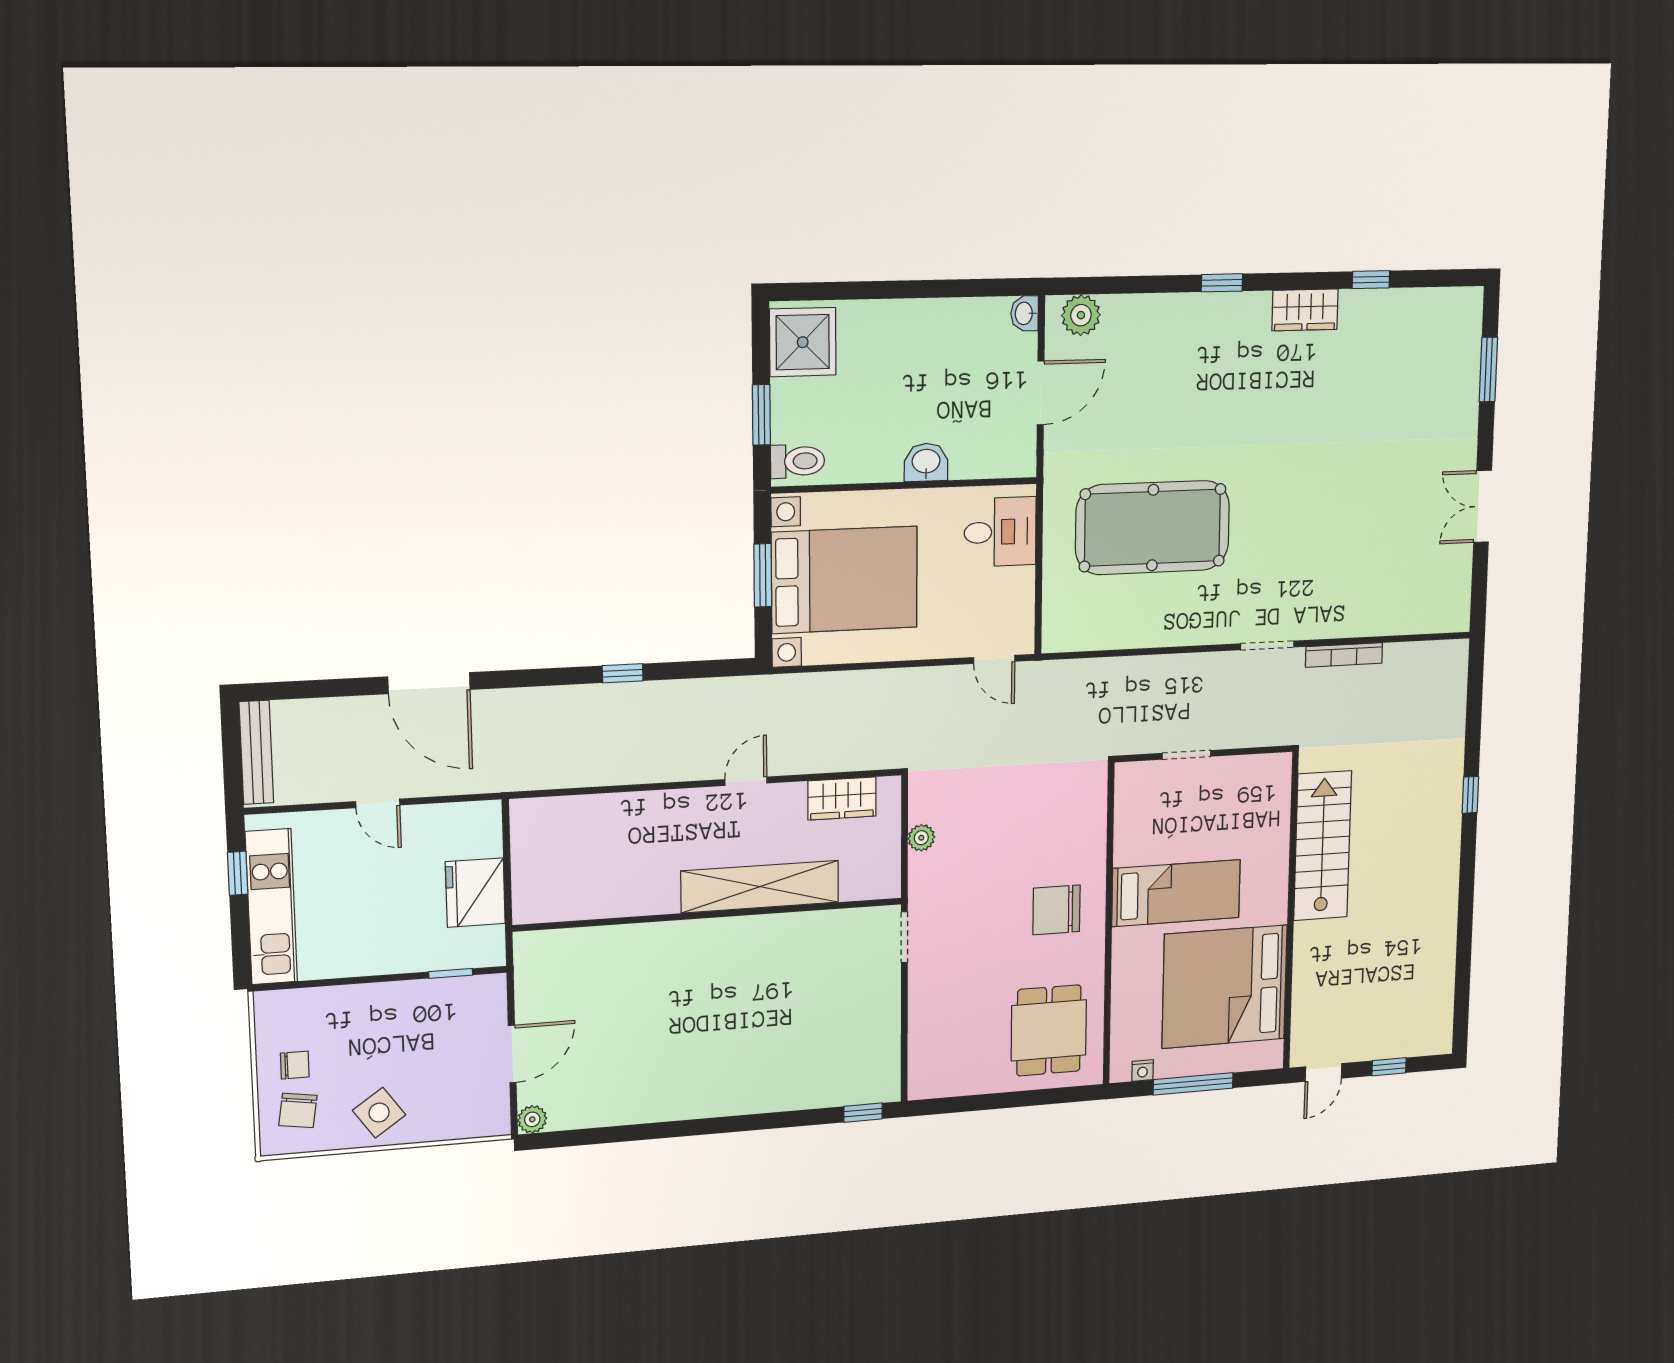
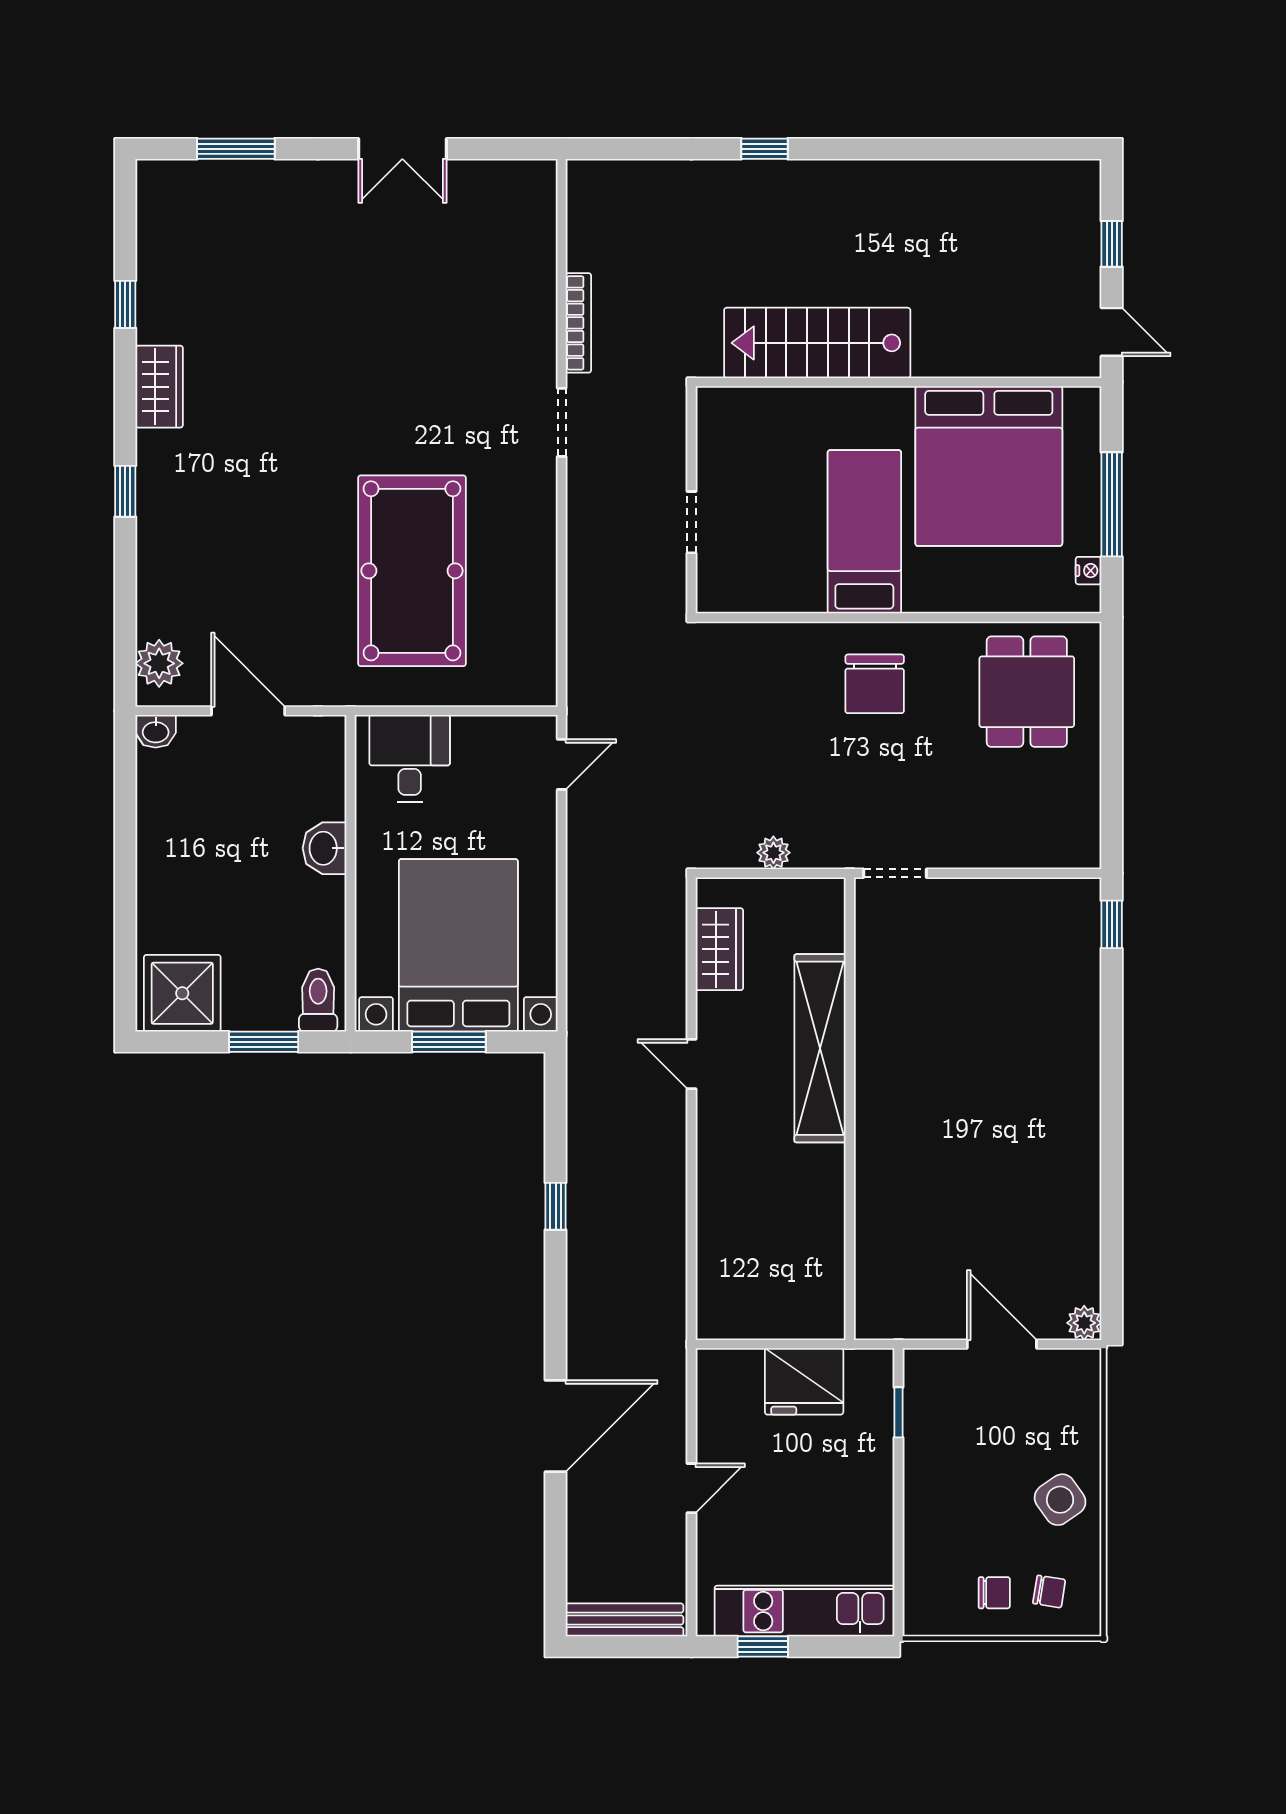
dining table: (1049, 1030) -> (1027, 692), turned 90
chair: (295, 1065) -> (994, 1593), turned 90
chair: (298, 1110) -> (1049, 1592), width x0.73, depth x0.73

